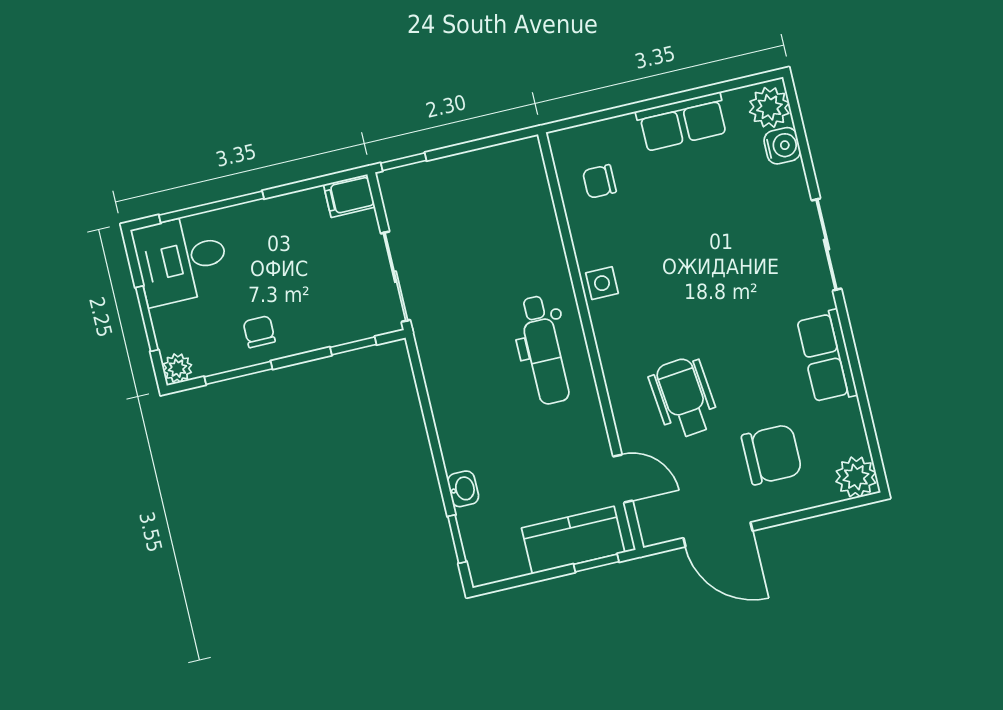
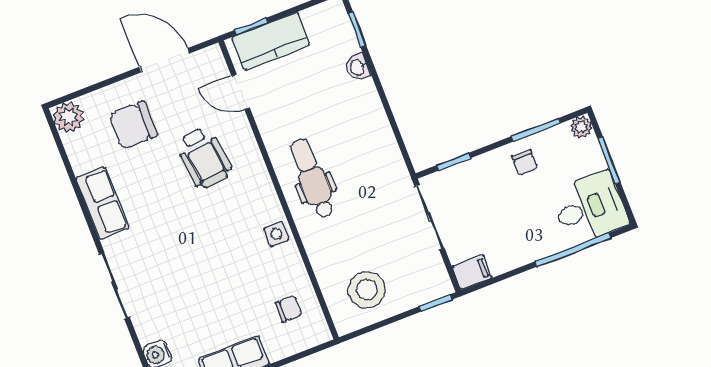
stool: (492, 192) -> (367, 290), added

